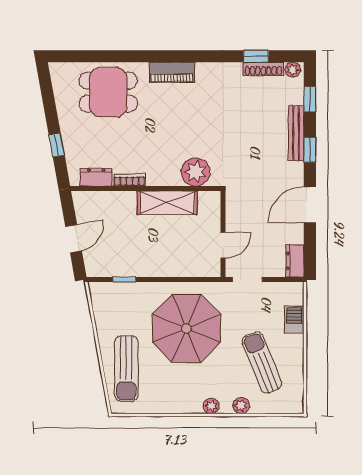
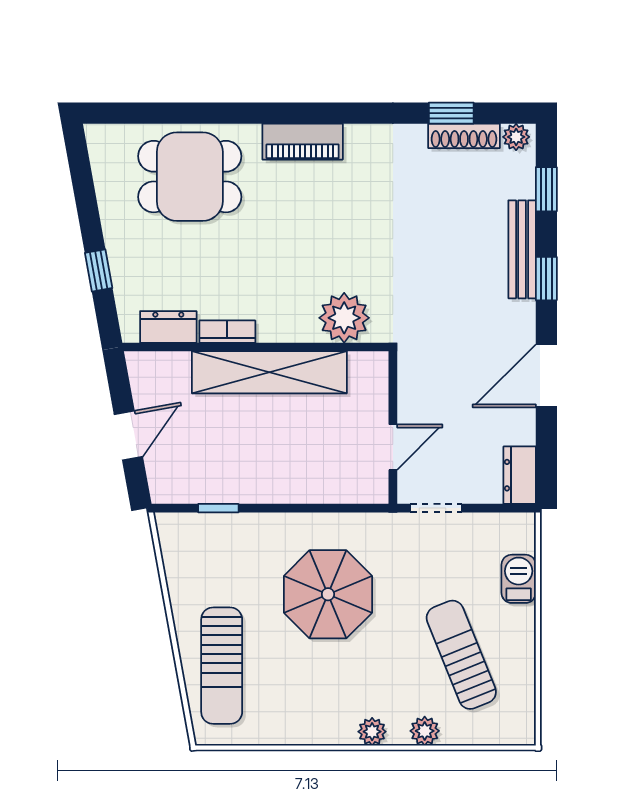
shelving: (167, 203) -> (269, 372), width x1.47
parasol: (186, 328) -> (328, 594), width x0.73, depth x0.73

